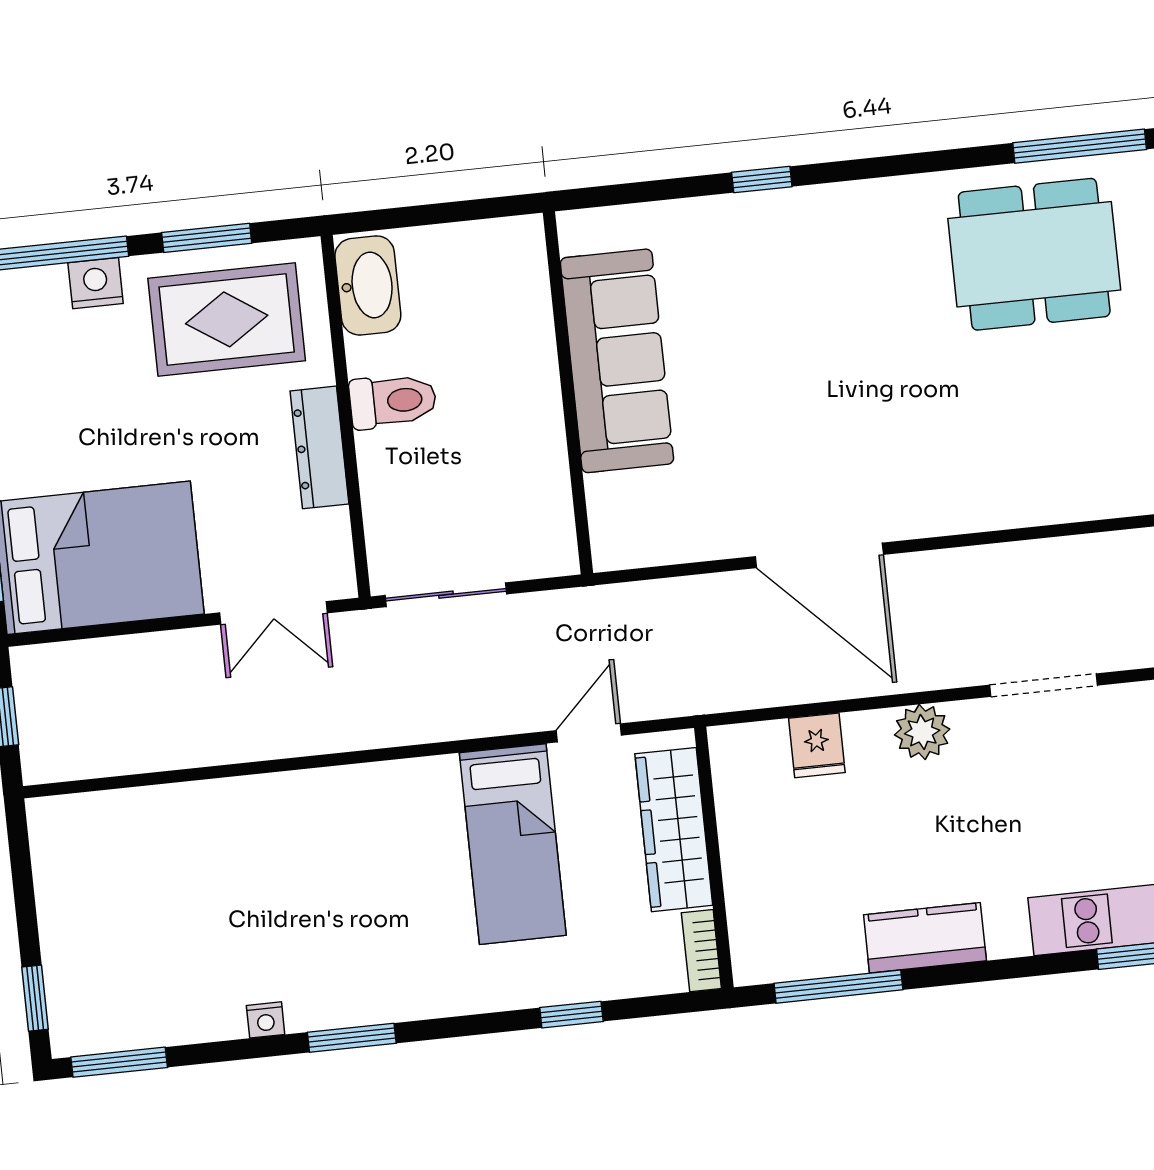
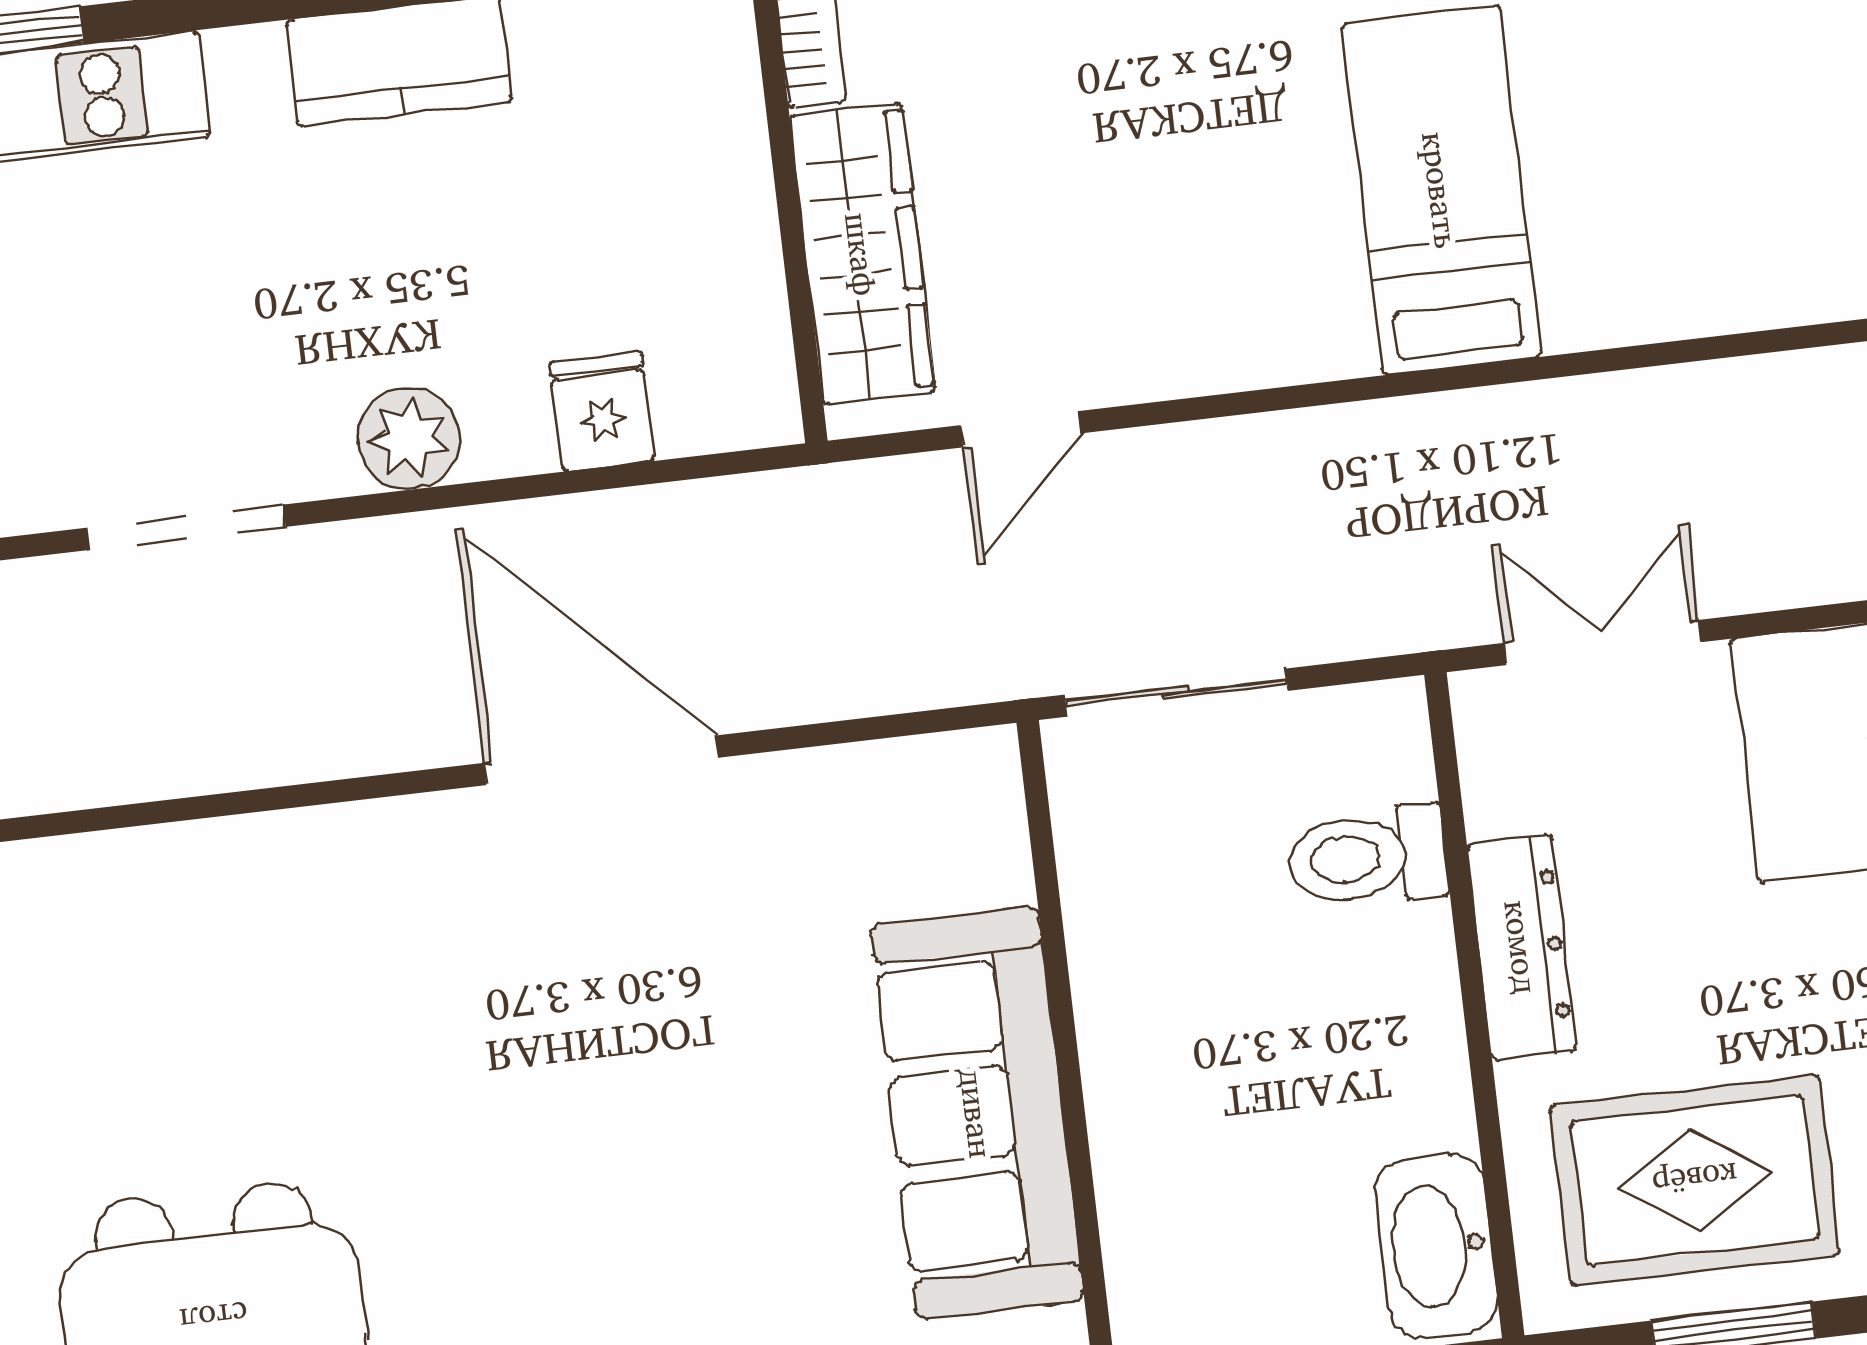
toilet: (393, 401) -> (1367, 857), moved
sliding door: (446, 595) -> (1176, 693), moved
bed: (513, 844) -> (1441, 190), moved

